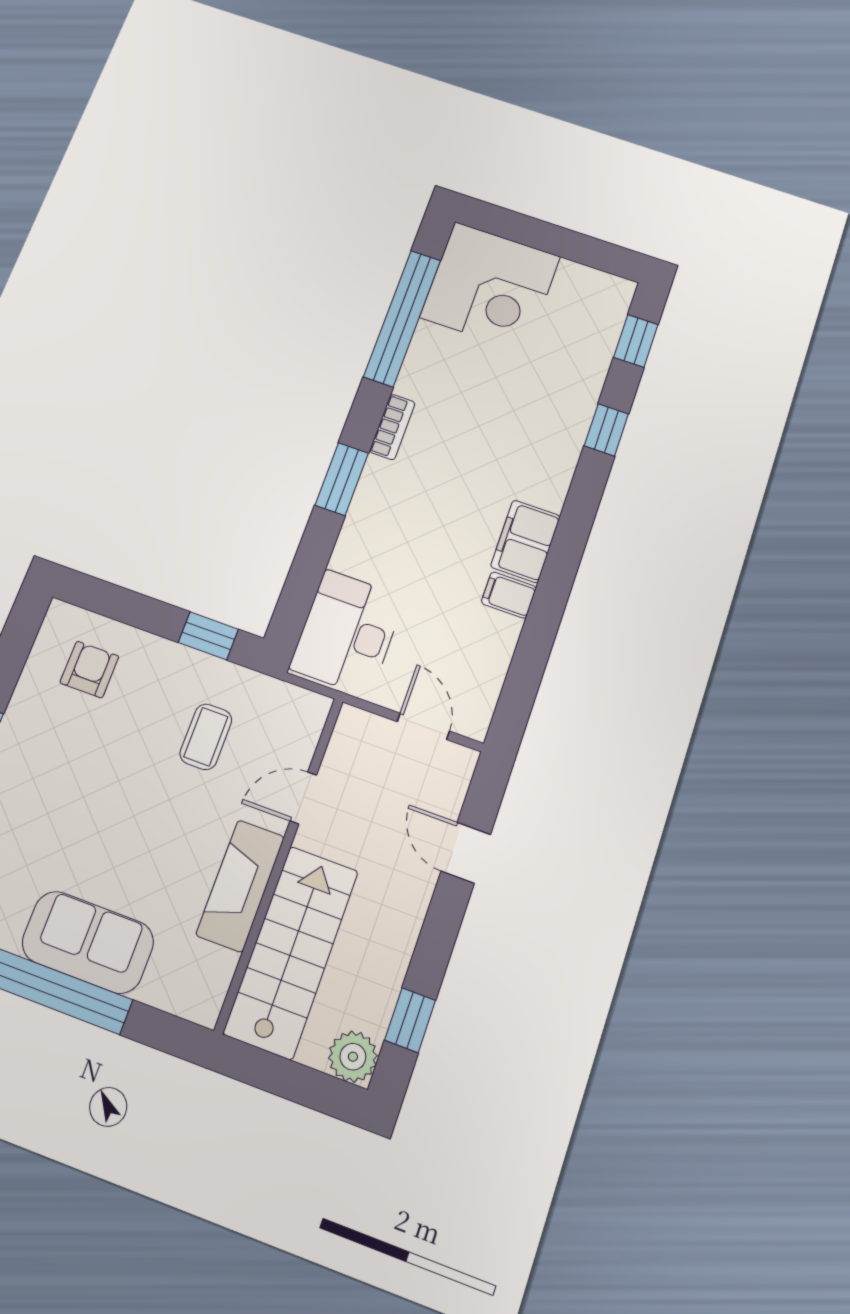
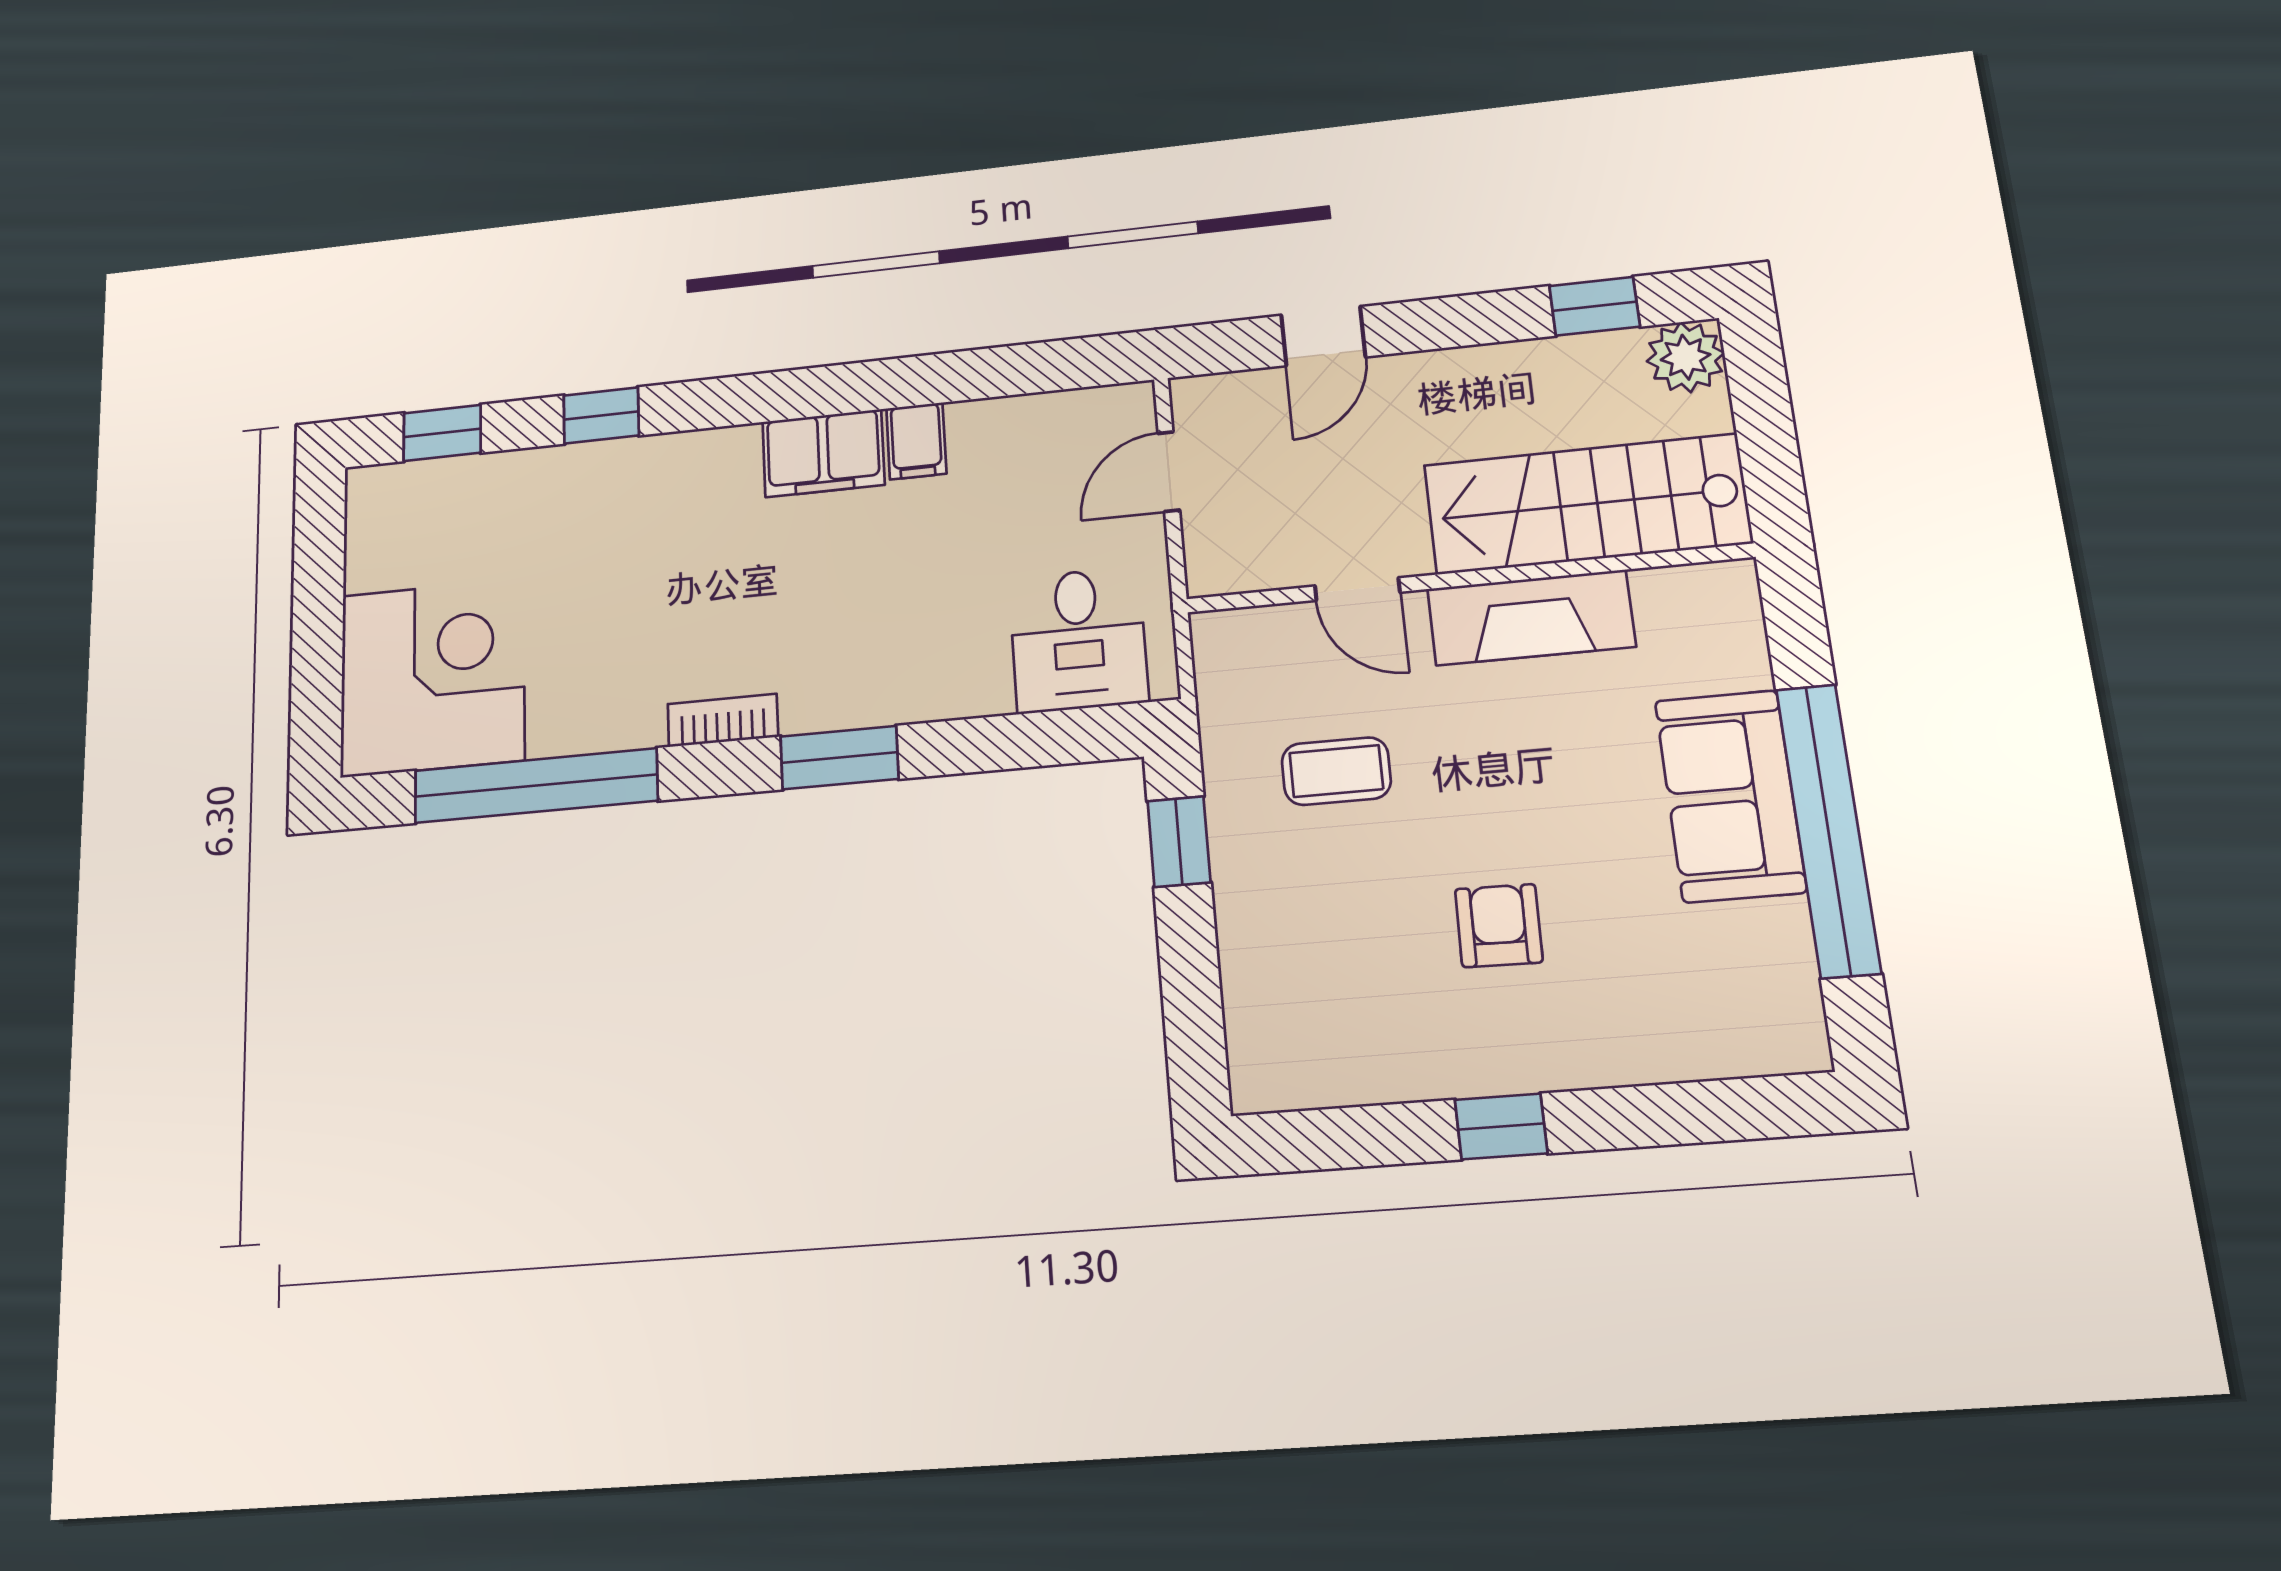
desk: (347, 633) -> (1078, 640), width x0.73
armchair: (89, 670) -> (1499, 926), moved, turned 91

